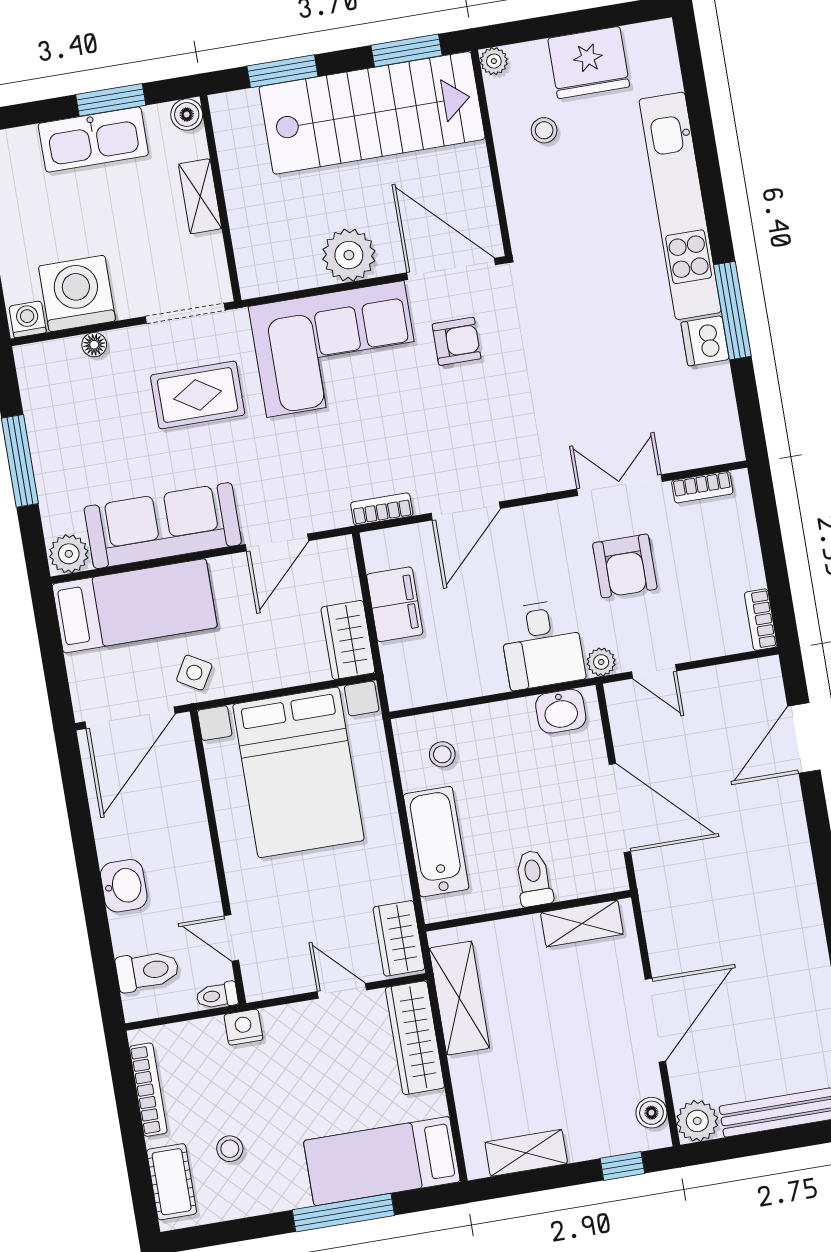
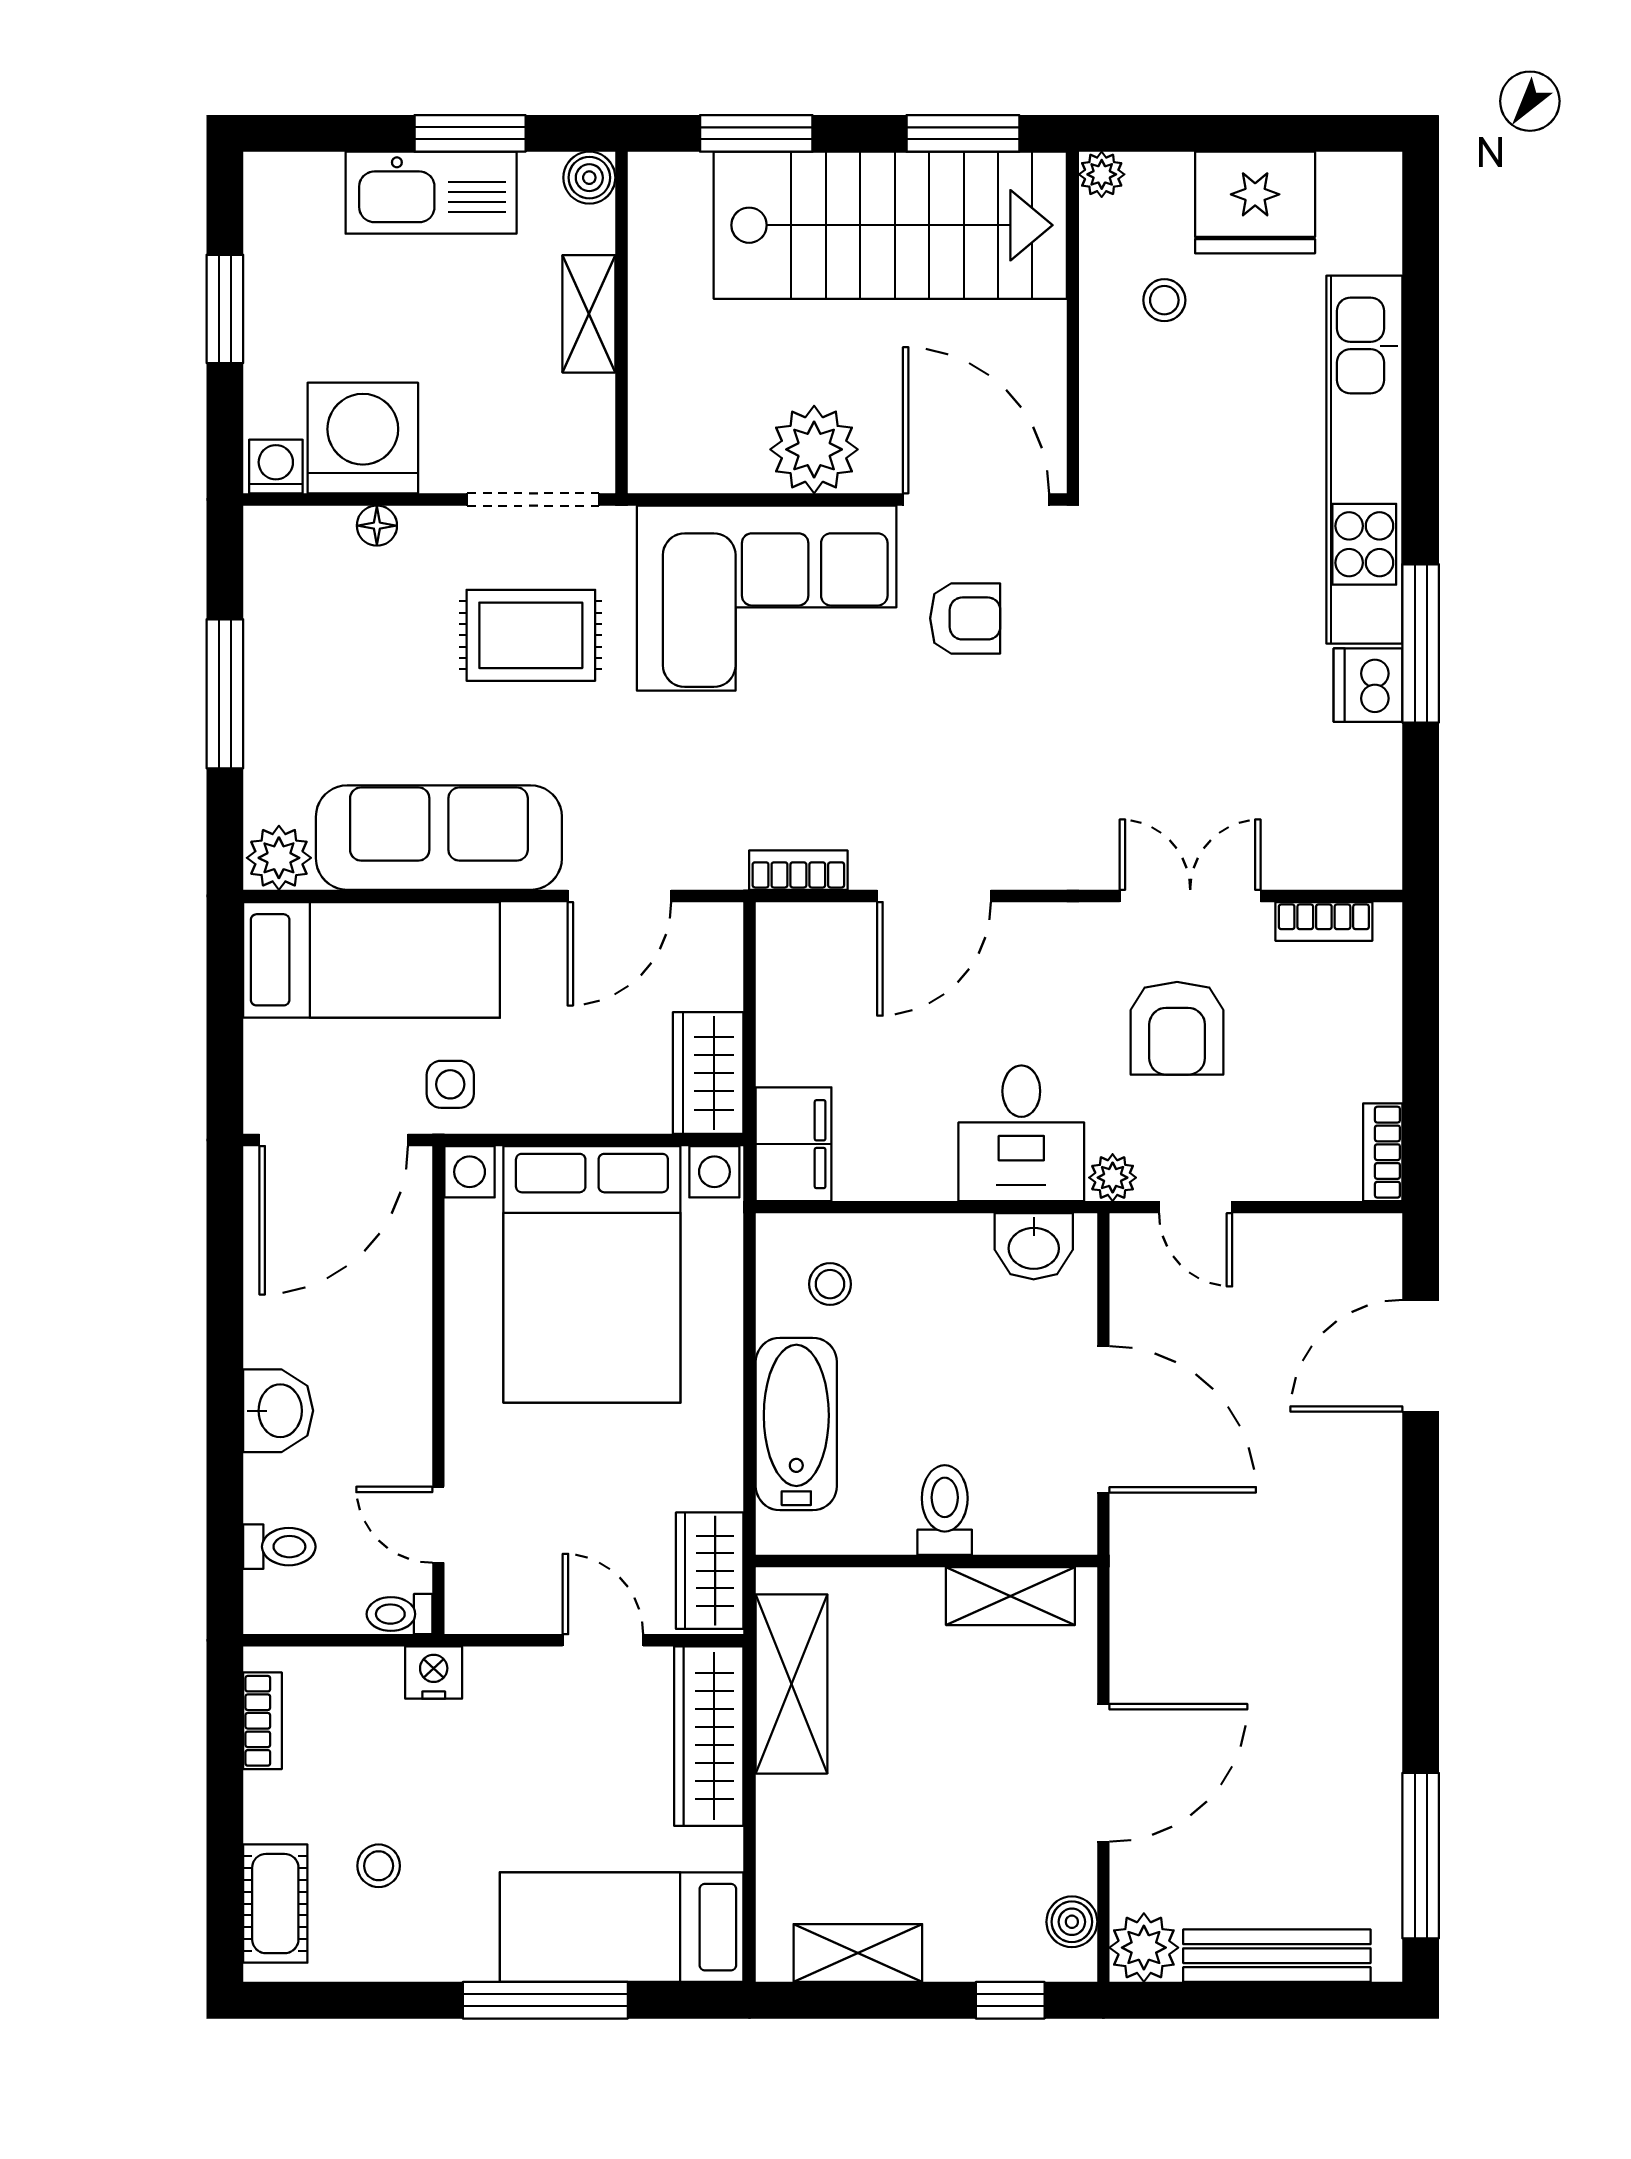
filing cabinet: (395, 604) -> (794, 1144), moved
side table: (194, 673) -> (450, 1084), turned -30
toilet: (147, 971) -> (279, 1547), width x0.73, depth x0.72
bookcase: (148, 1090) -> (262, 1721), width x0.64

